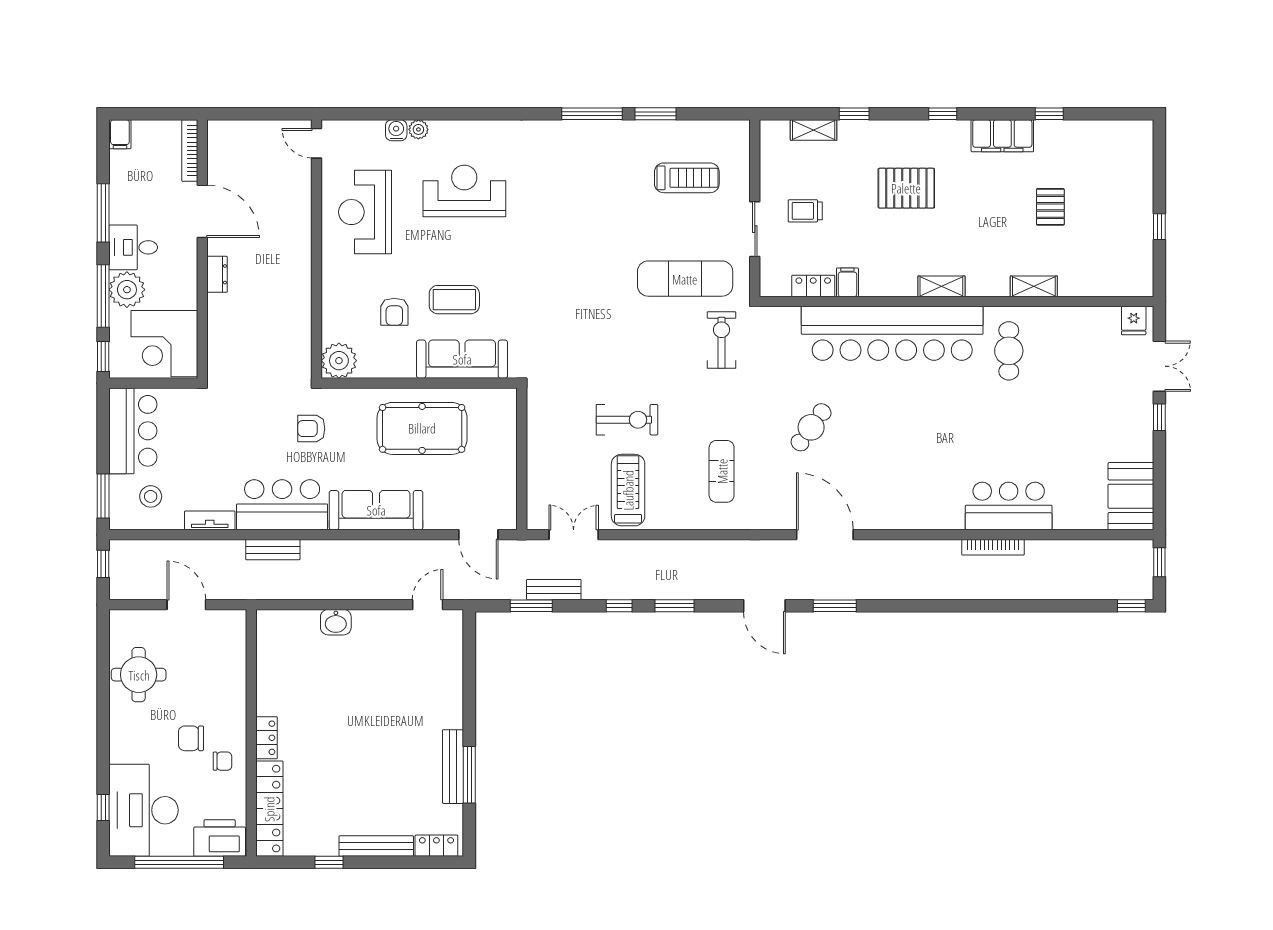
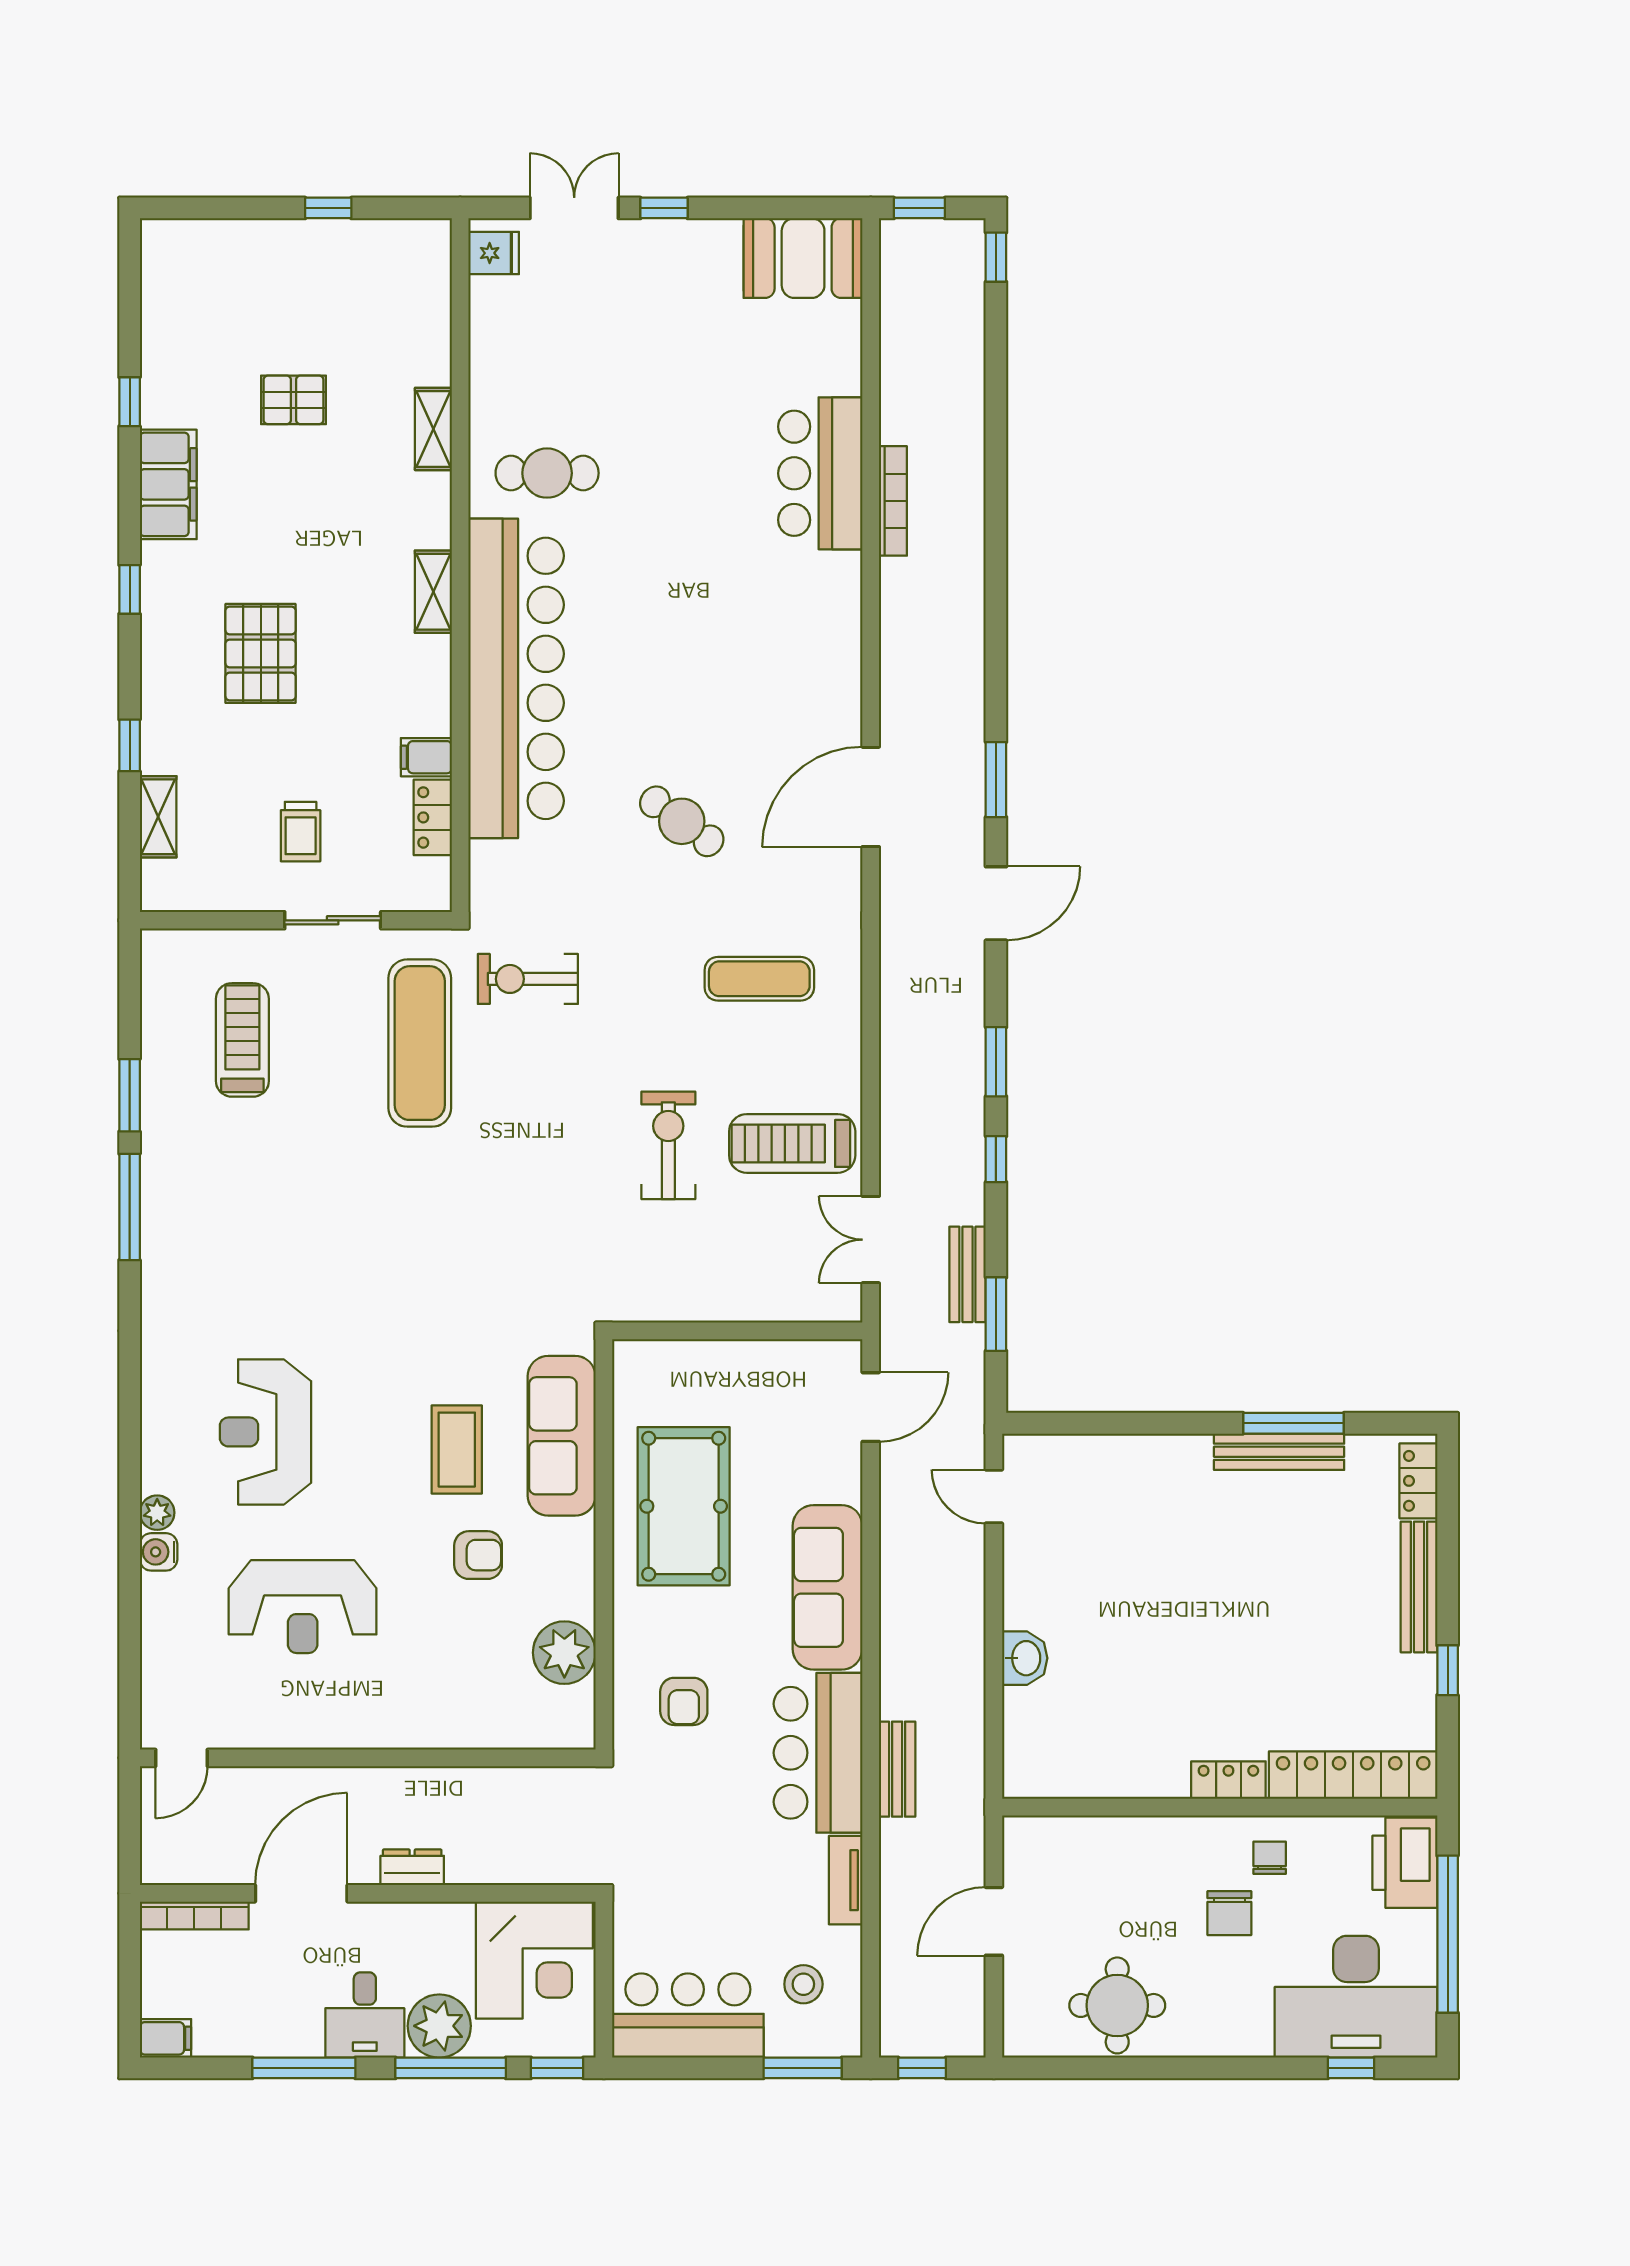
door: (316, 143) -> (182, 1758), moved
wall: (316, 249) -> (368, 1758), moved

